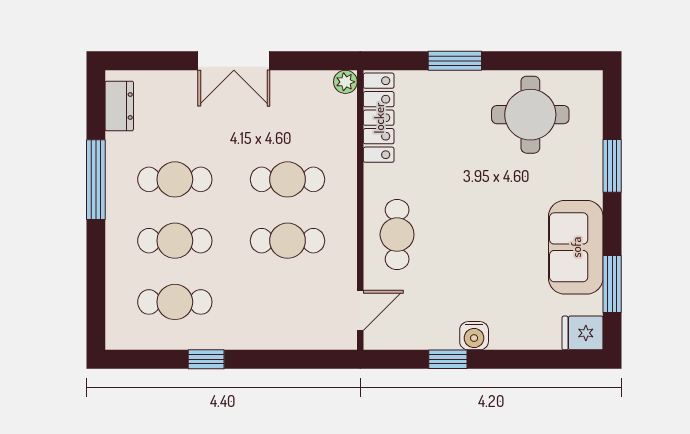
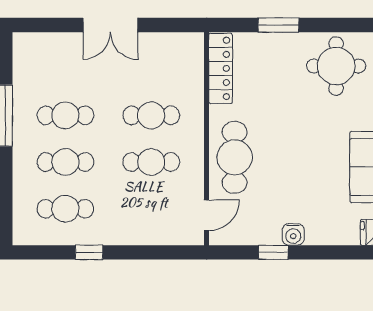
plant: (345, 82) -> (195, 41), removed
dresser: (119, 106) -> (23, 59), removed
cafe table: (397, 235) -> (235, 157), width x1.37, depth x1.35

